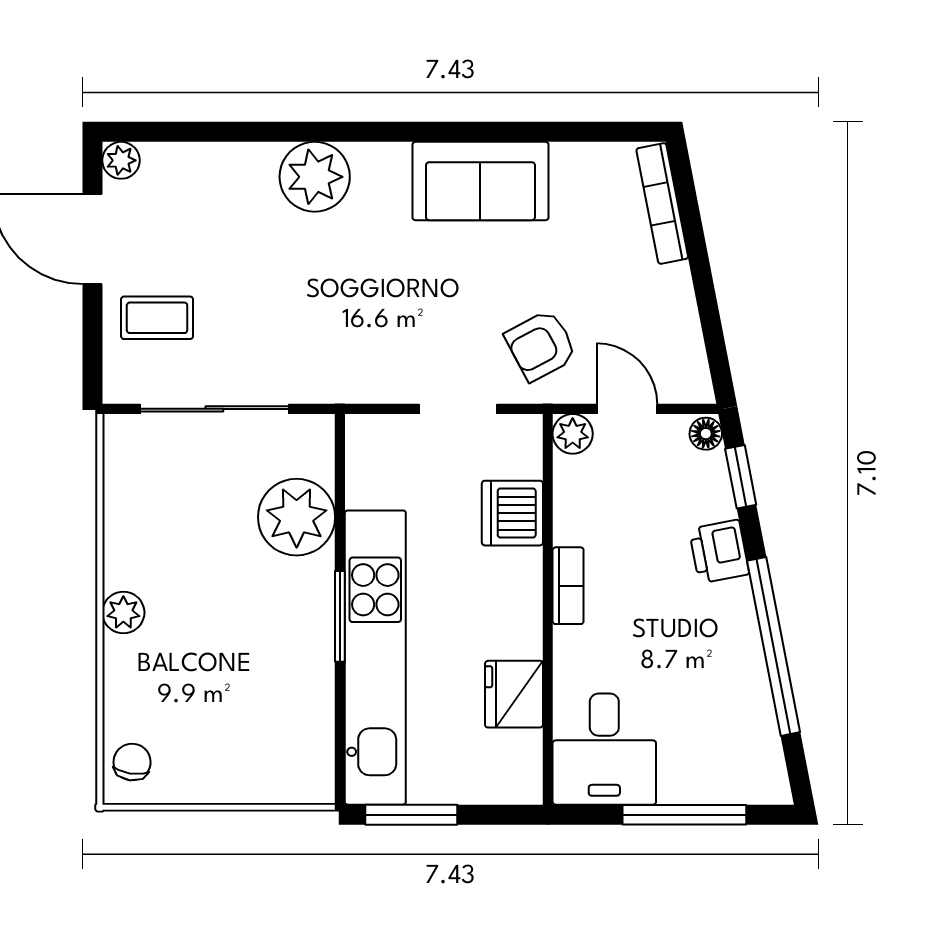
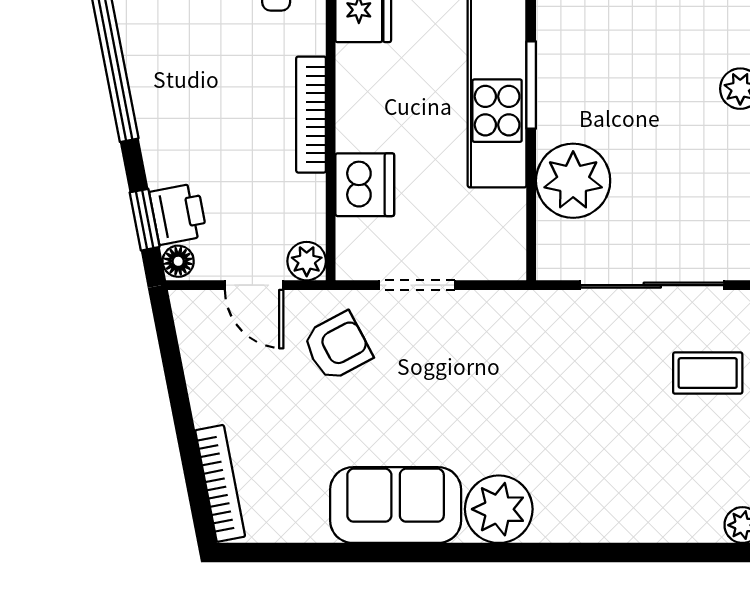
plant: (315, 177) -> (499, 509), moved
printer: (719, 552) -> (178, 214), moved
bookcase: (568, 586) -> (311, 115), width x1.56

